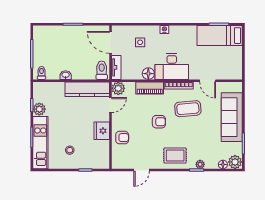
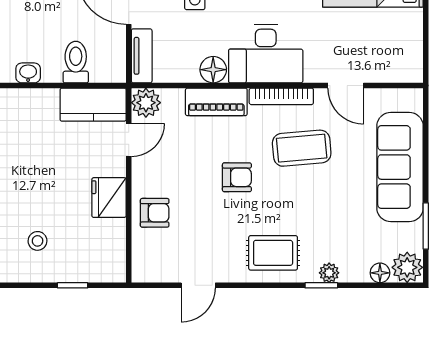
toilet: (102, 70) -> (76, 62), moved
kitchen counter: (87, 89) -> (93, 105), width x0.67

